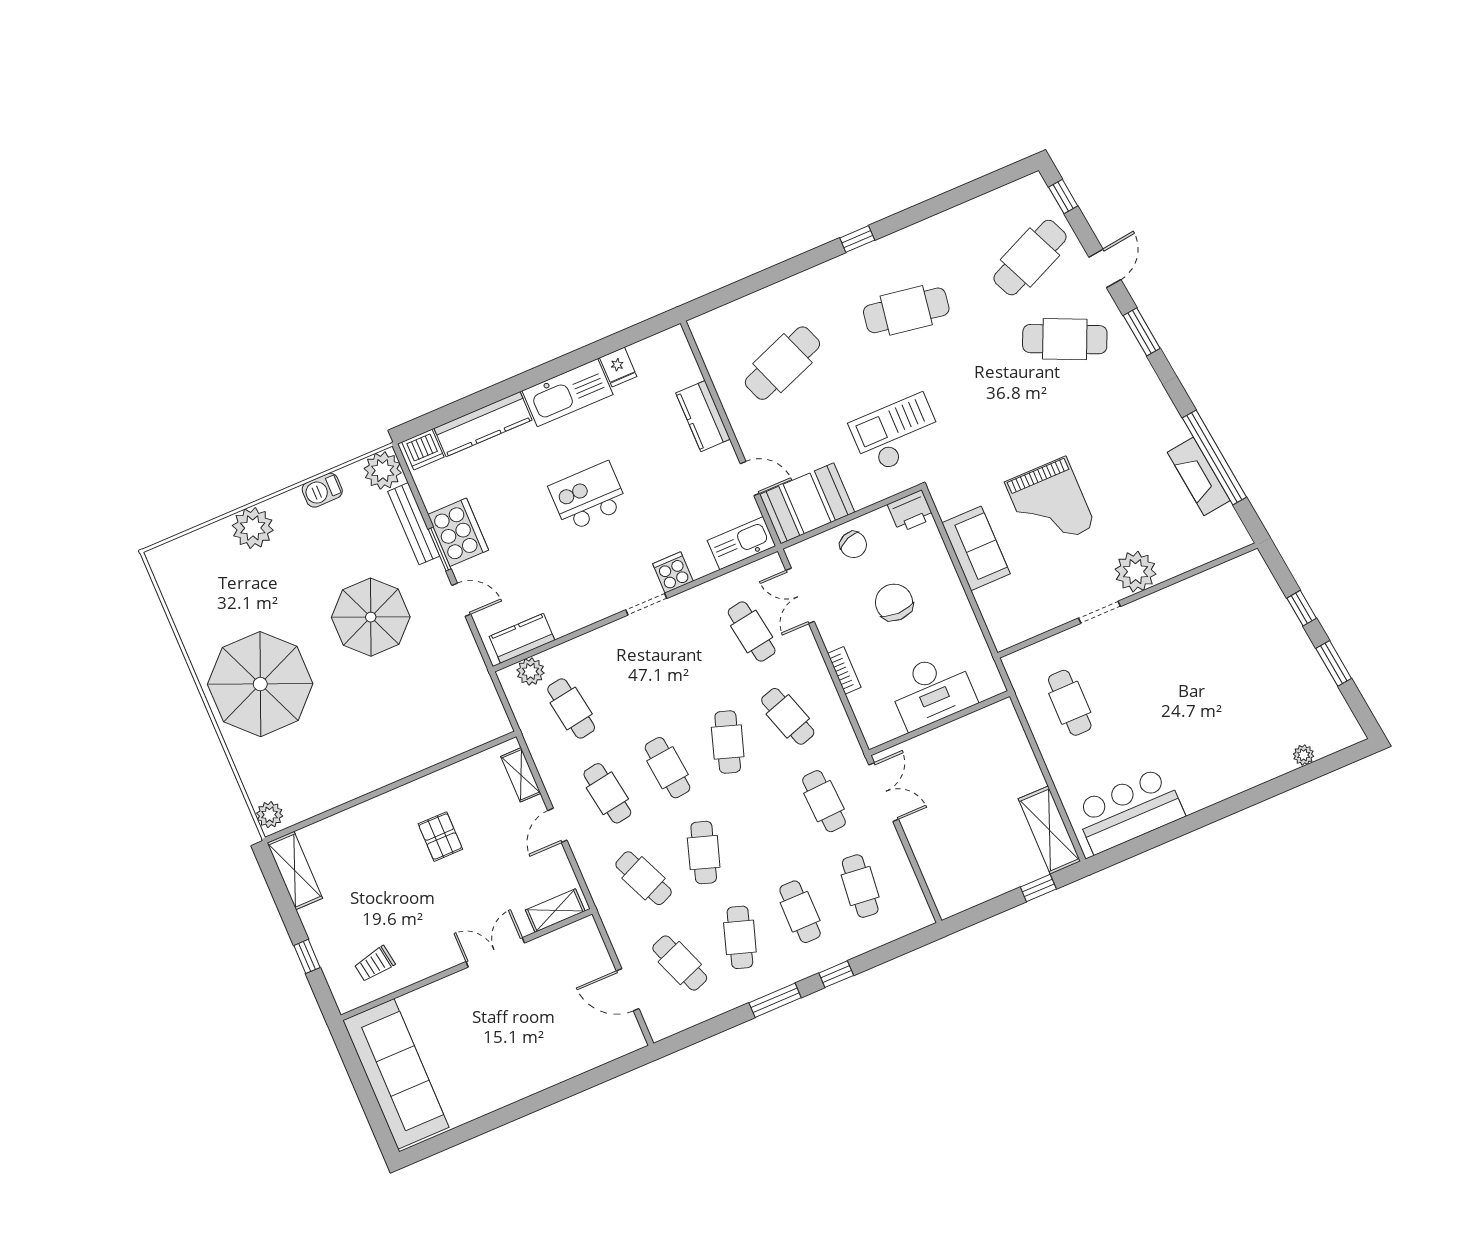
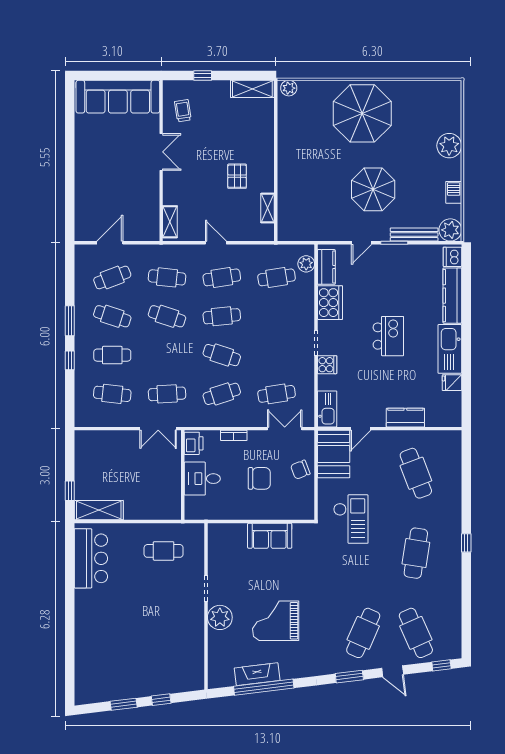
grand piano: (1050, 504) -> (276, 621), moved
printer: (911, 511) -> (194, 443), moved, turned 180
cooker: (458, 532) -> (330, 303), moved, turned -90
desk: (932, 691) -> (202, 479), width x0.73
plant: (1304, 755) -> (81, 666), removed
shelving: (521, 775) -> (268, 208), moved, turned 90
pallet: (440, 837) -> (237, 176), turned 90
cafe table: (644, 878) -> (167, 277), turned 30
double door: (495, 952) -> (161, 152), moved

